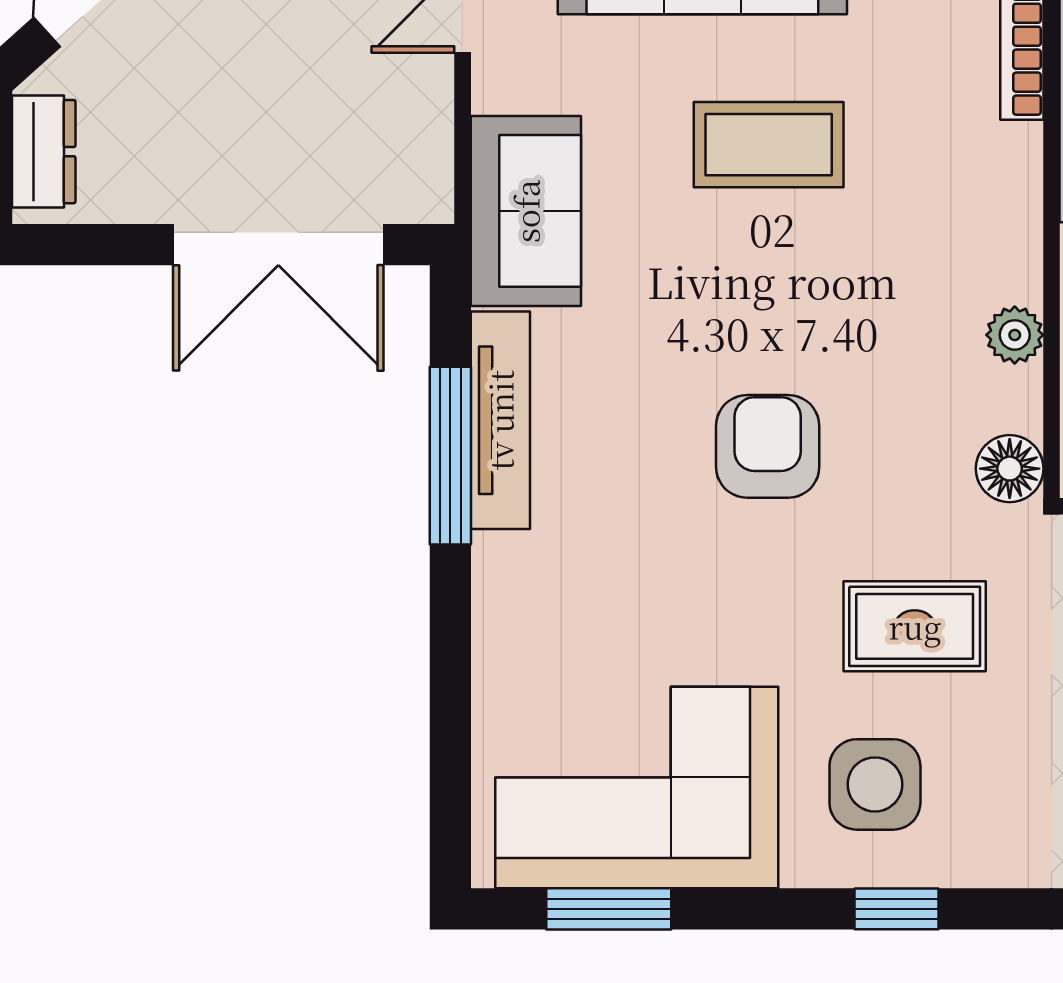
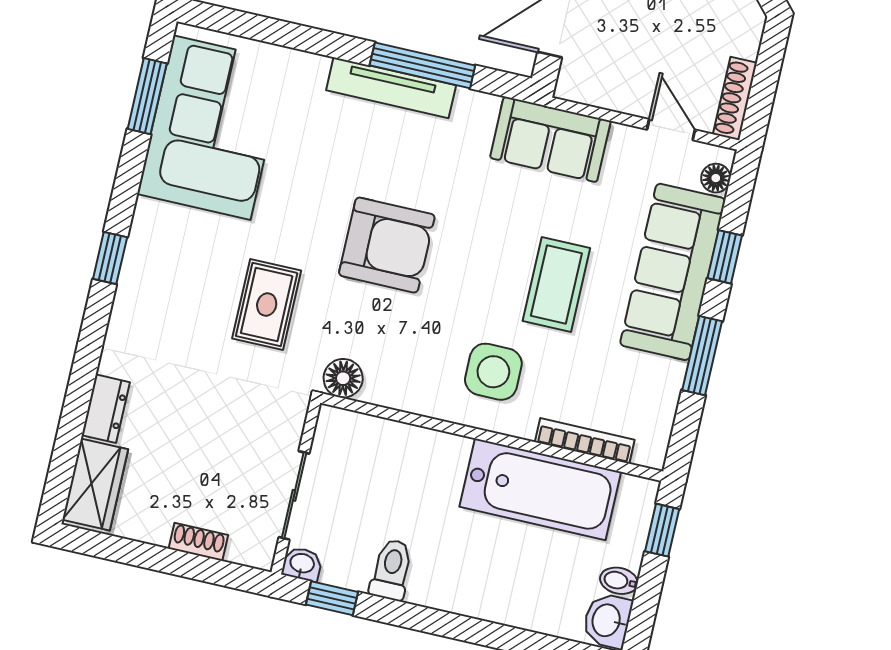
plant: (1015, 335) -> (418, 398), removed
tv unit: (500, 420) -> (391, 88), moved
armchair: (768, 446) -> (387, 245), width x1.36, depth x1.36
side table: (875, 784) -> (493, 372), moved

